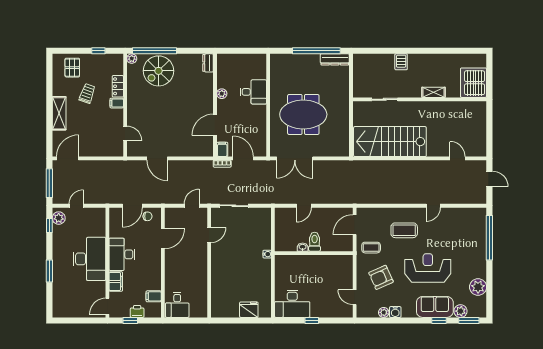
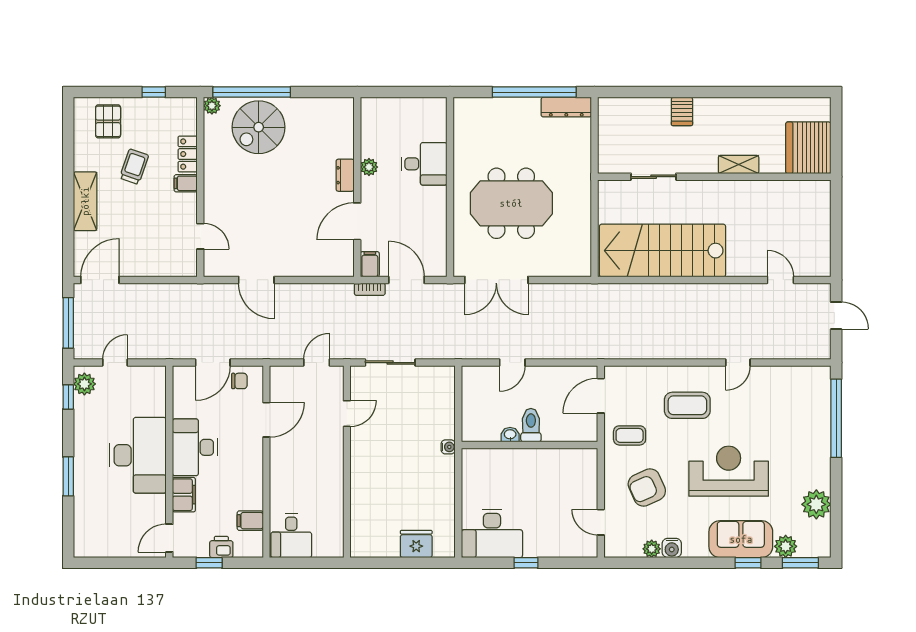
dresser: (208, 63) -> (345, 175), moved

